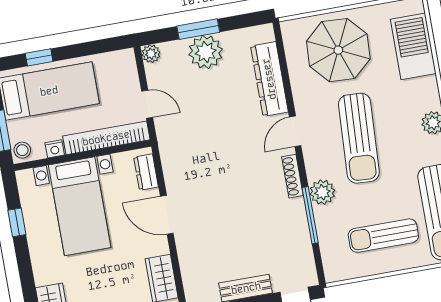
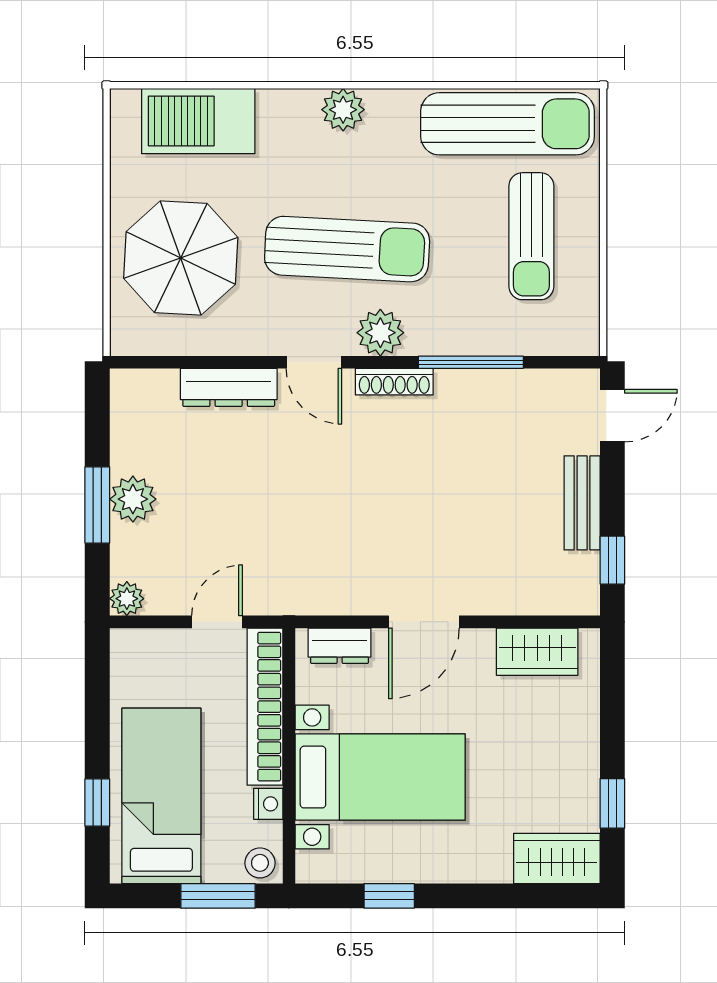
plant: (206, 52) -> (133, 499), width x0.73, depth x0.73
dresser: (269, 79) -> (229, 387), width x0.73, depth x0.80
plant: (322, 192) -> (380, 333), moved

